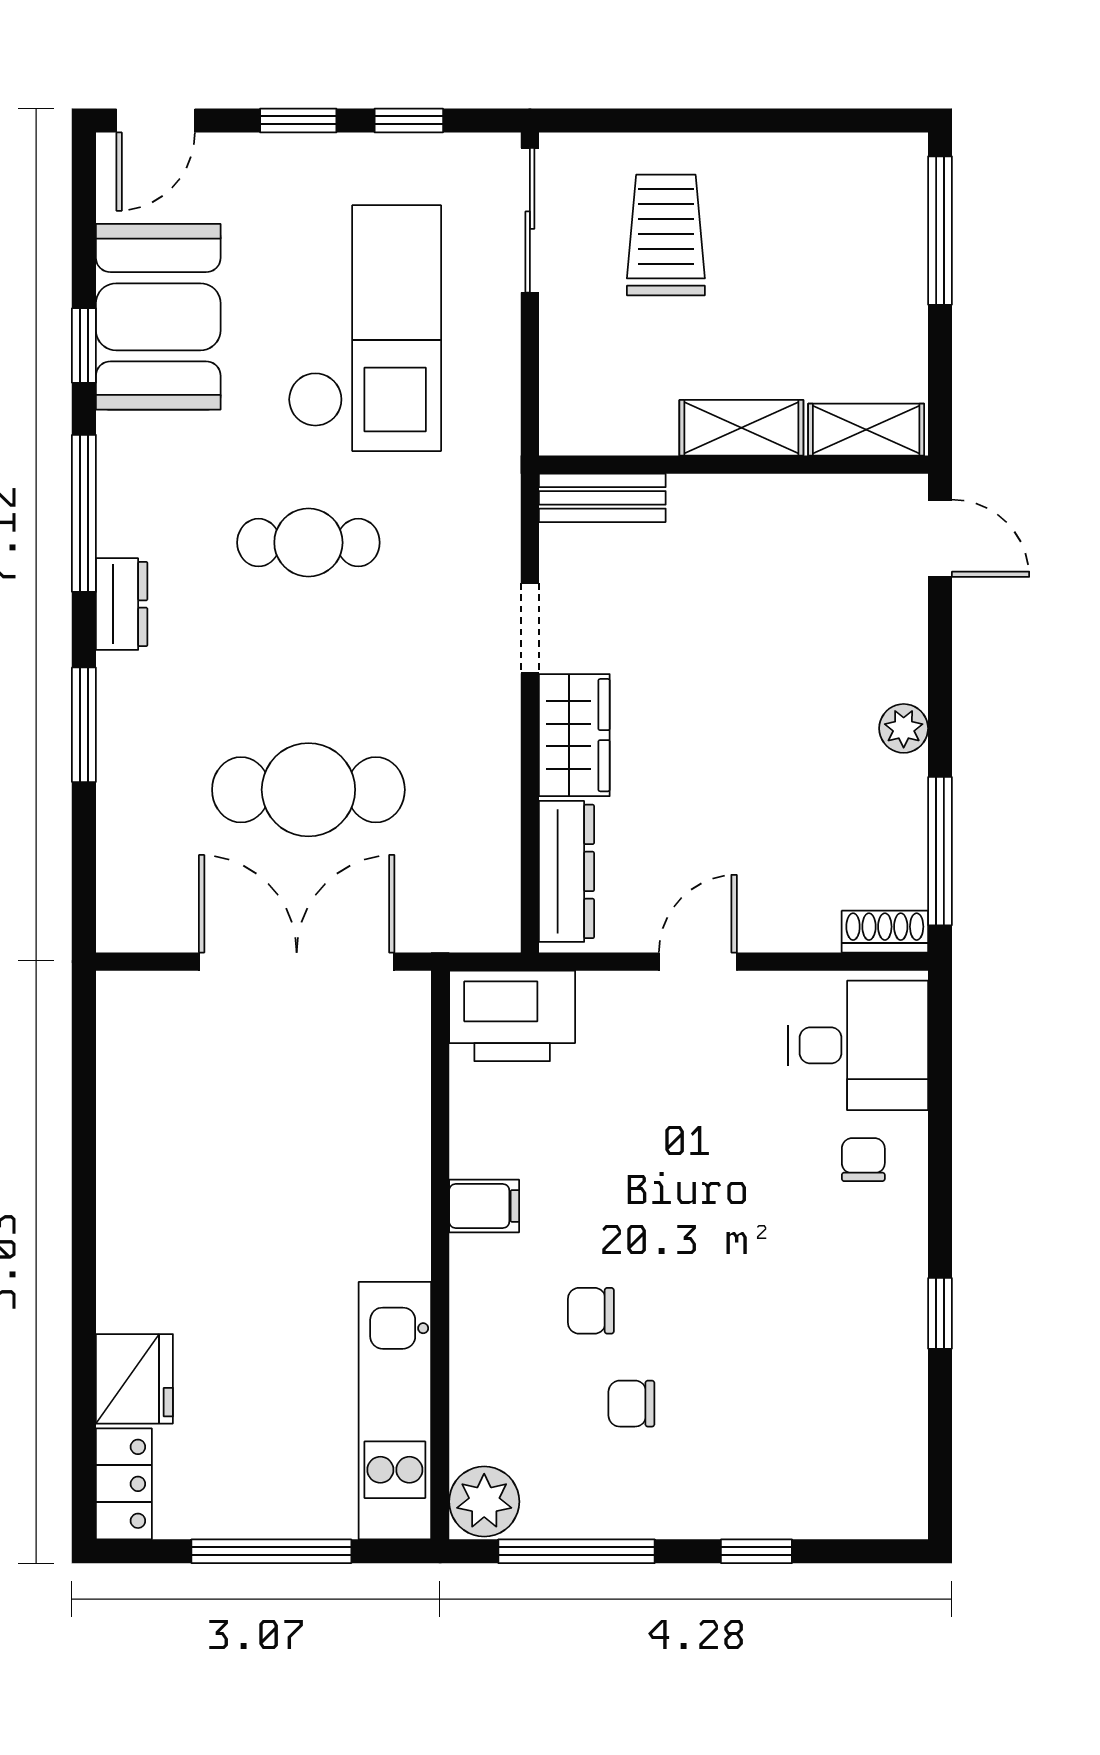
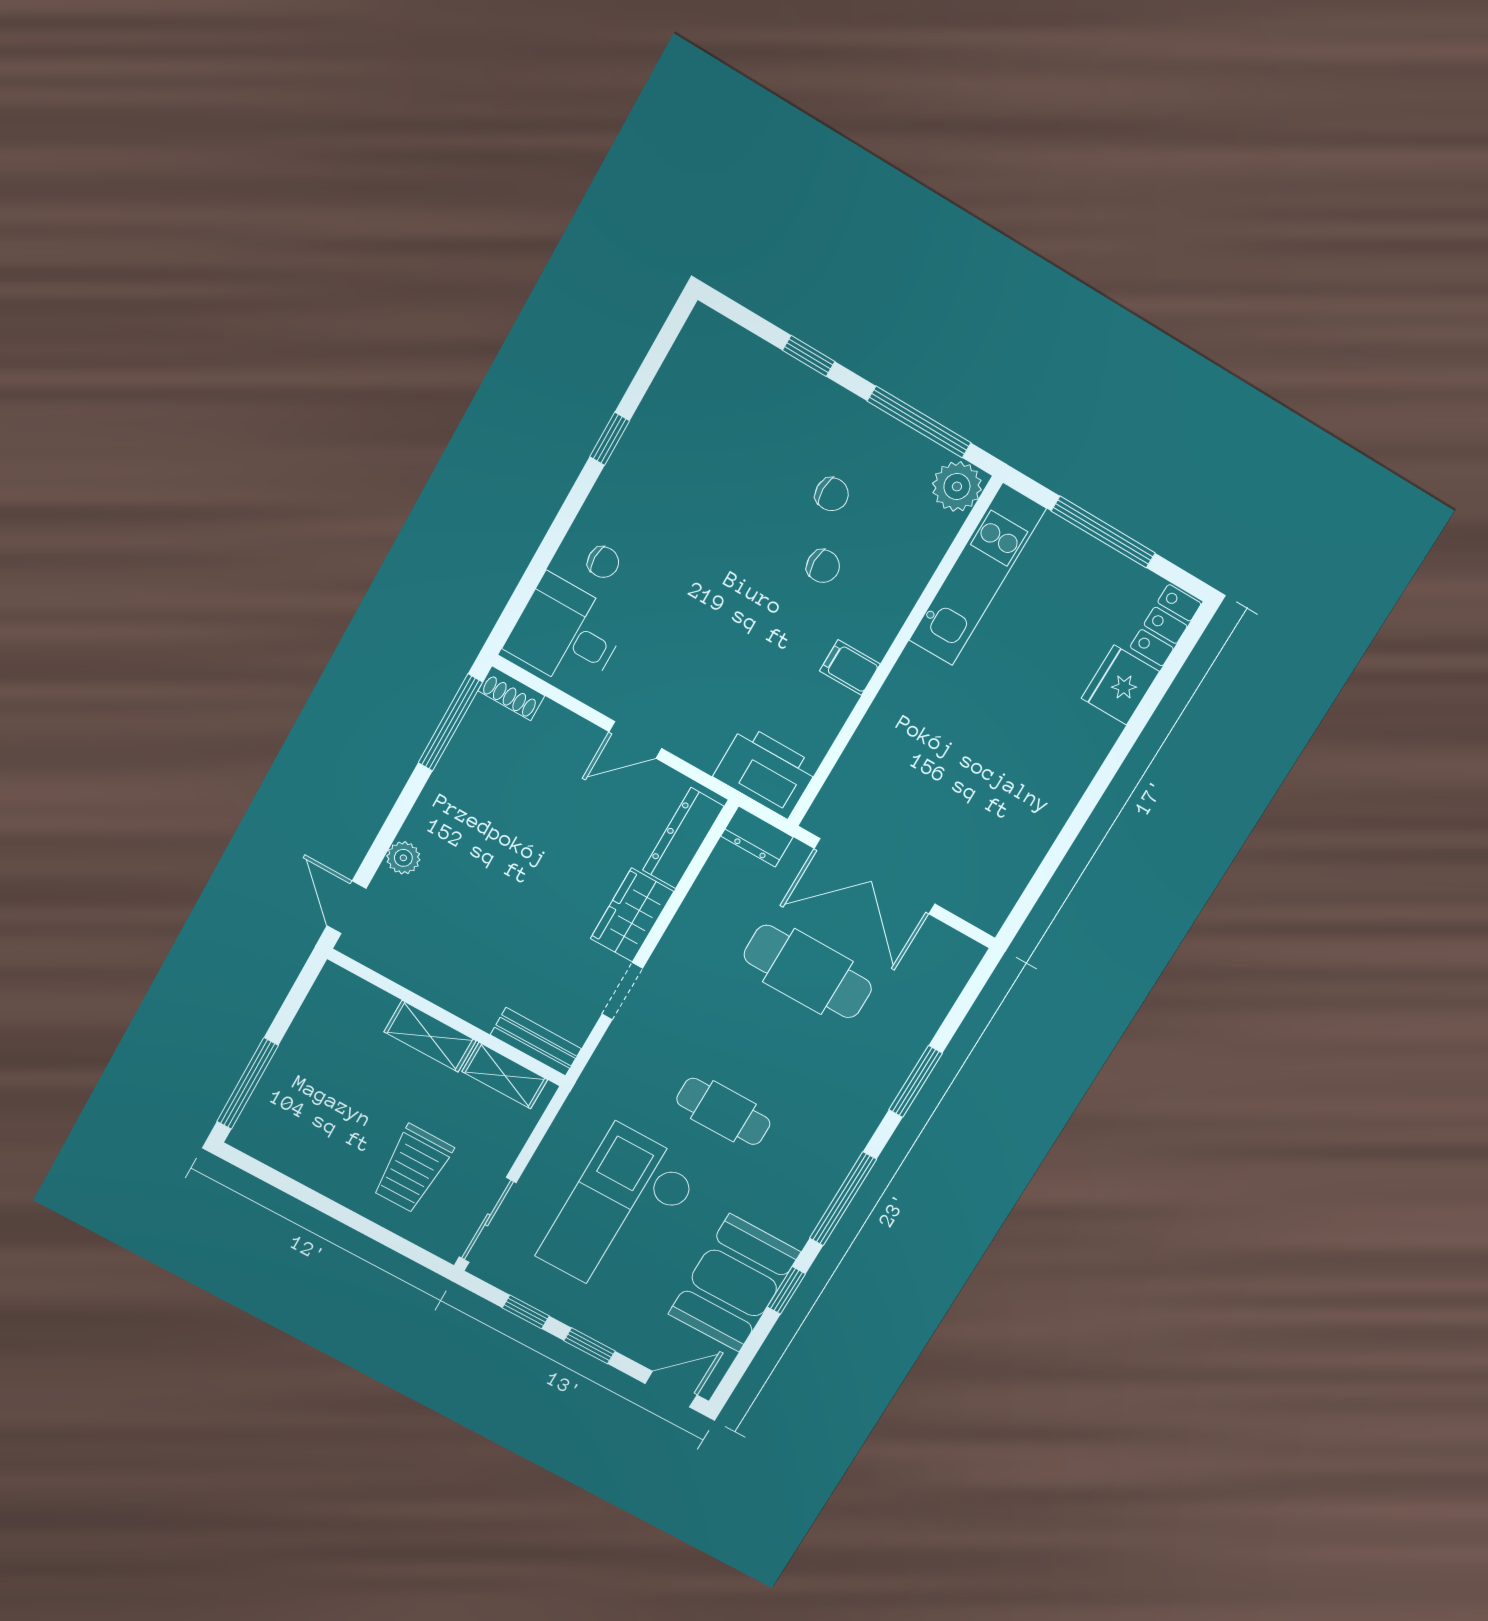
shelving: (866, 430) -> (505, 1076), moved
dresser: (122, 604) -> (757, 837), moved, turned -90
plant: (904, 728) -> (403, 858), moved
chair: (863, 1160) -> (603, 562), turned -90

